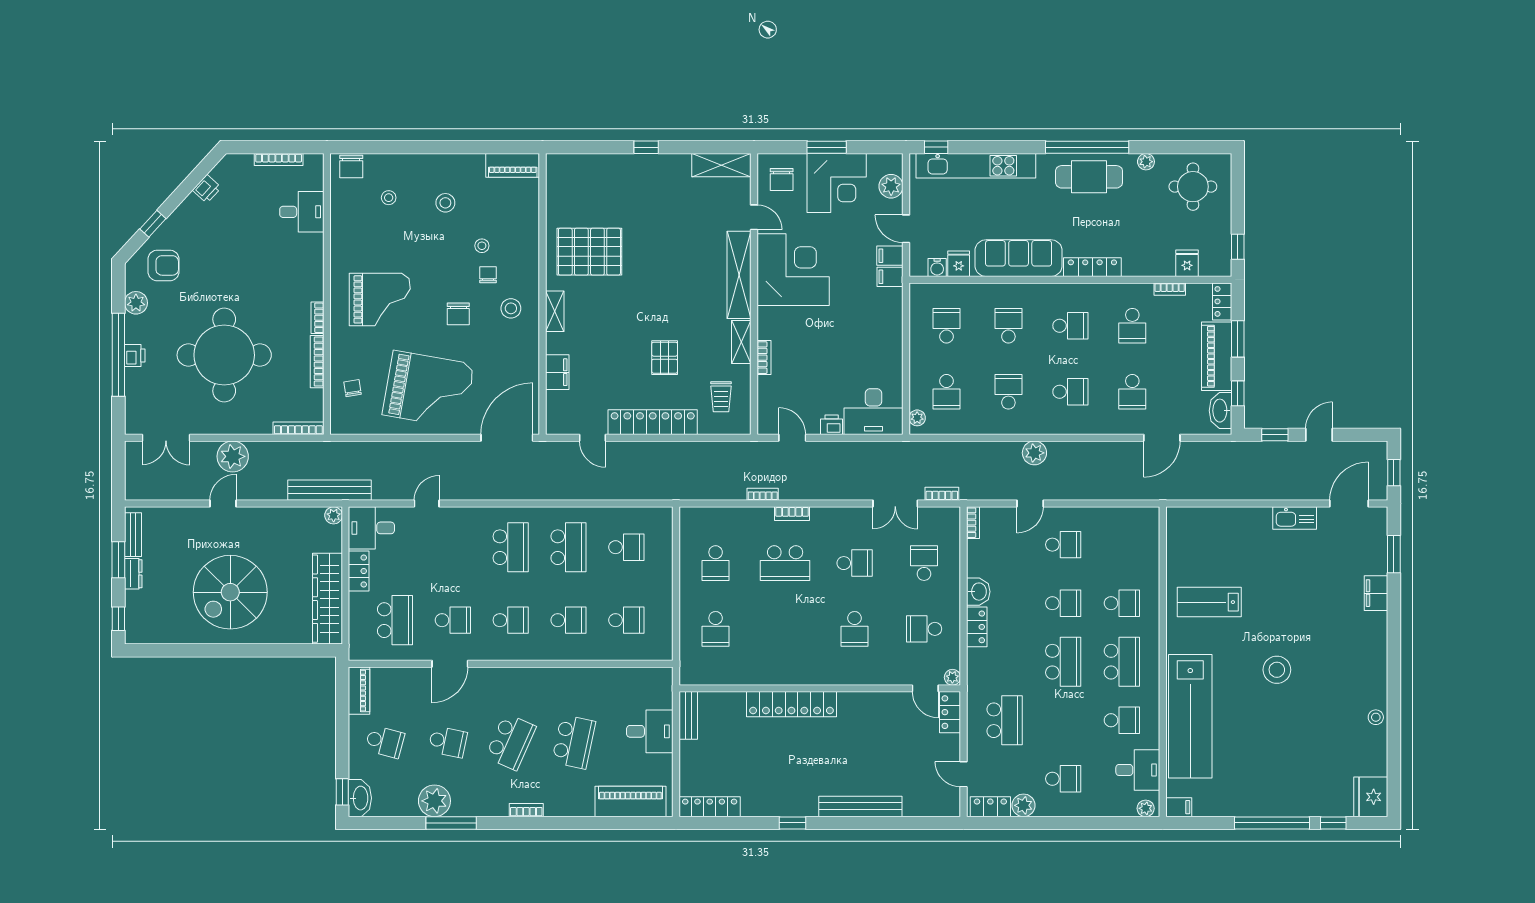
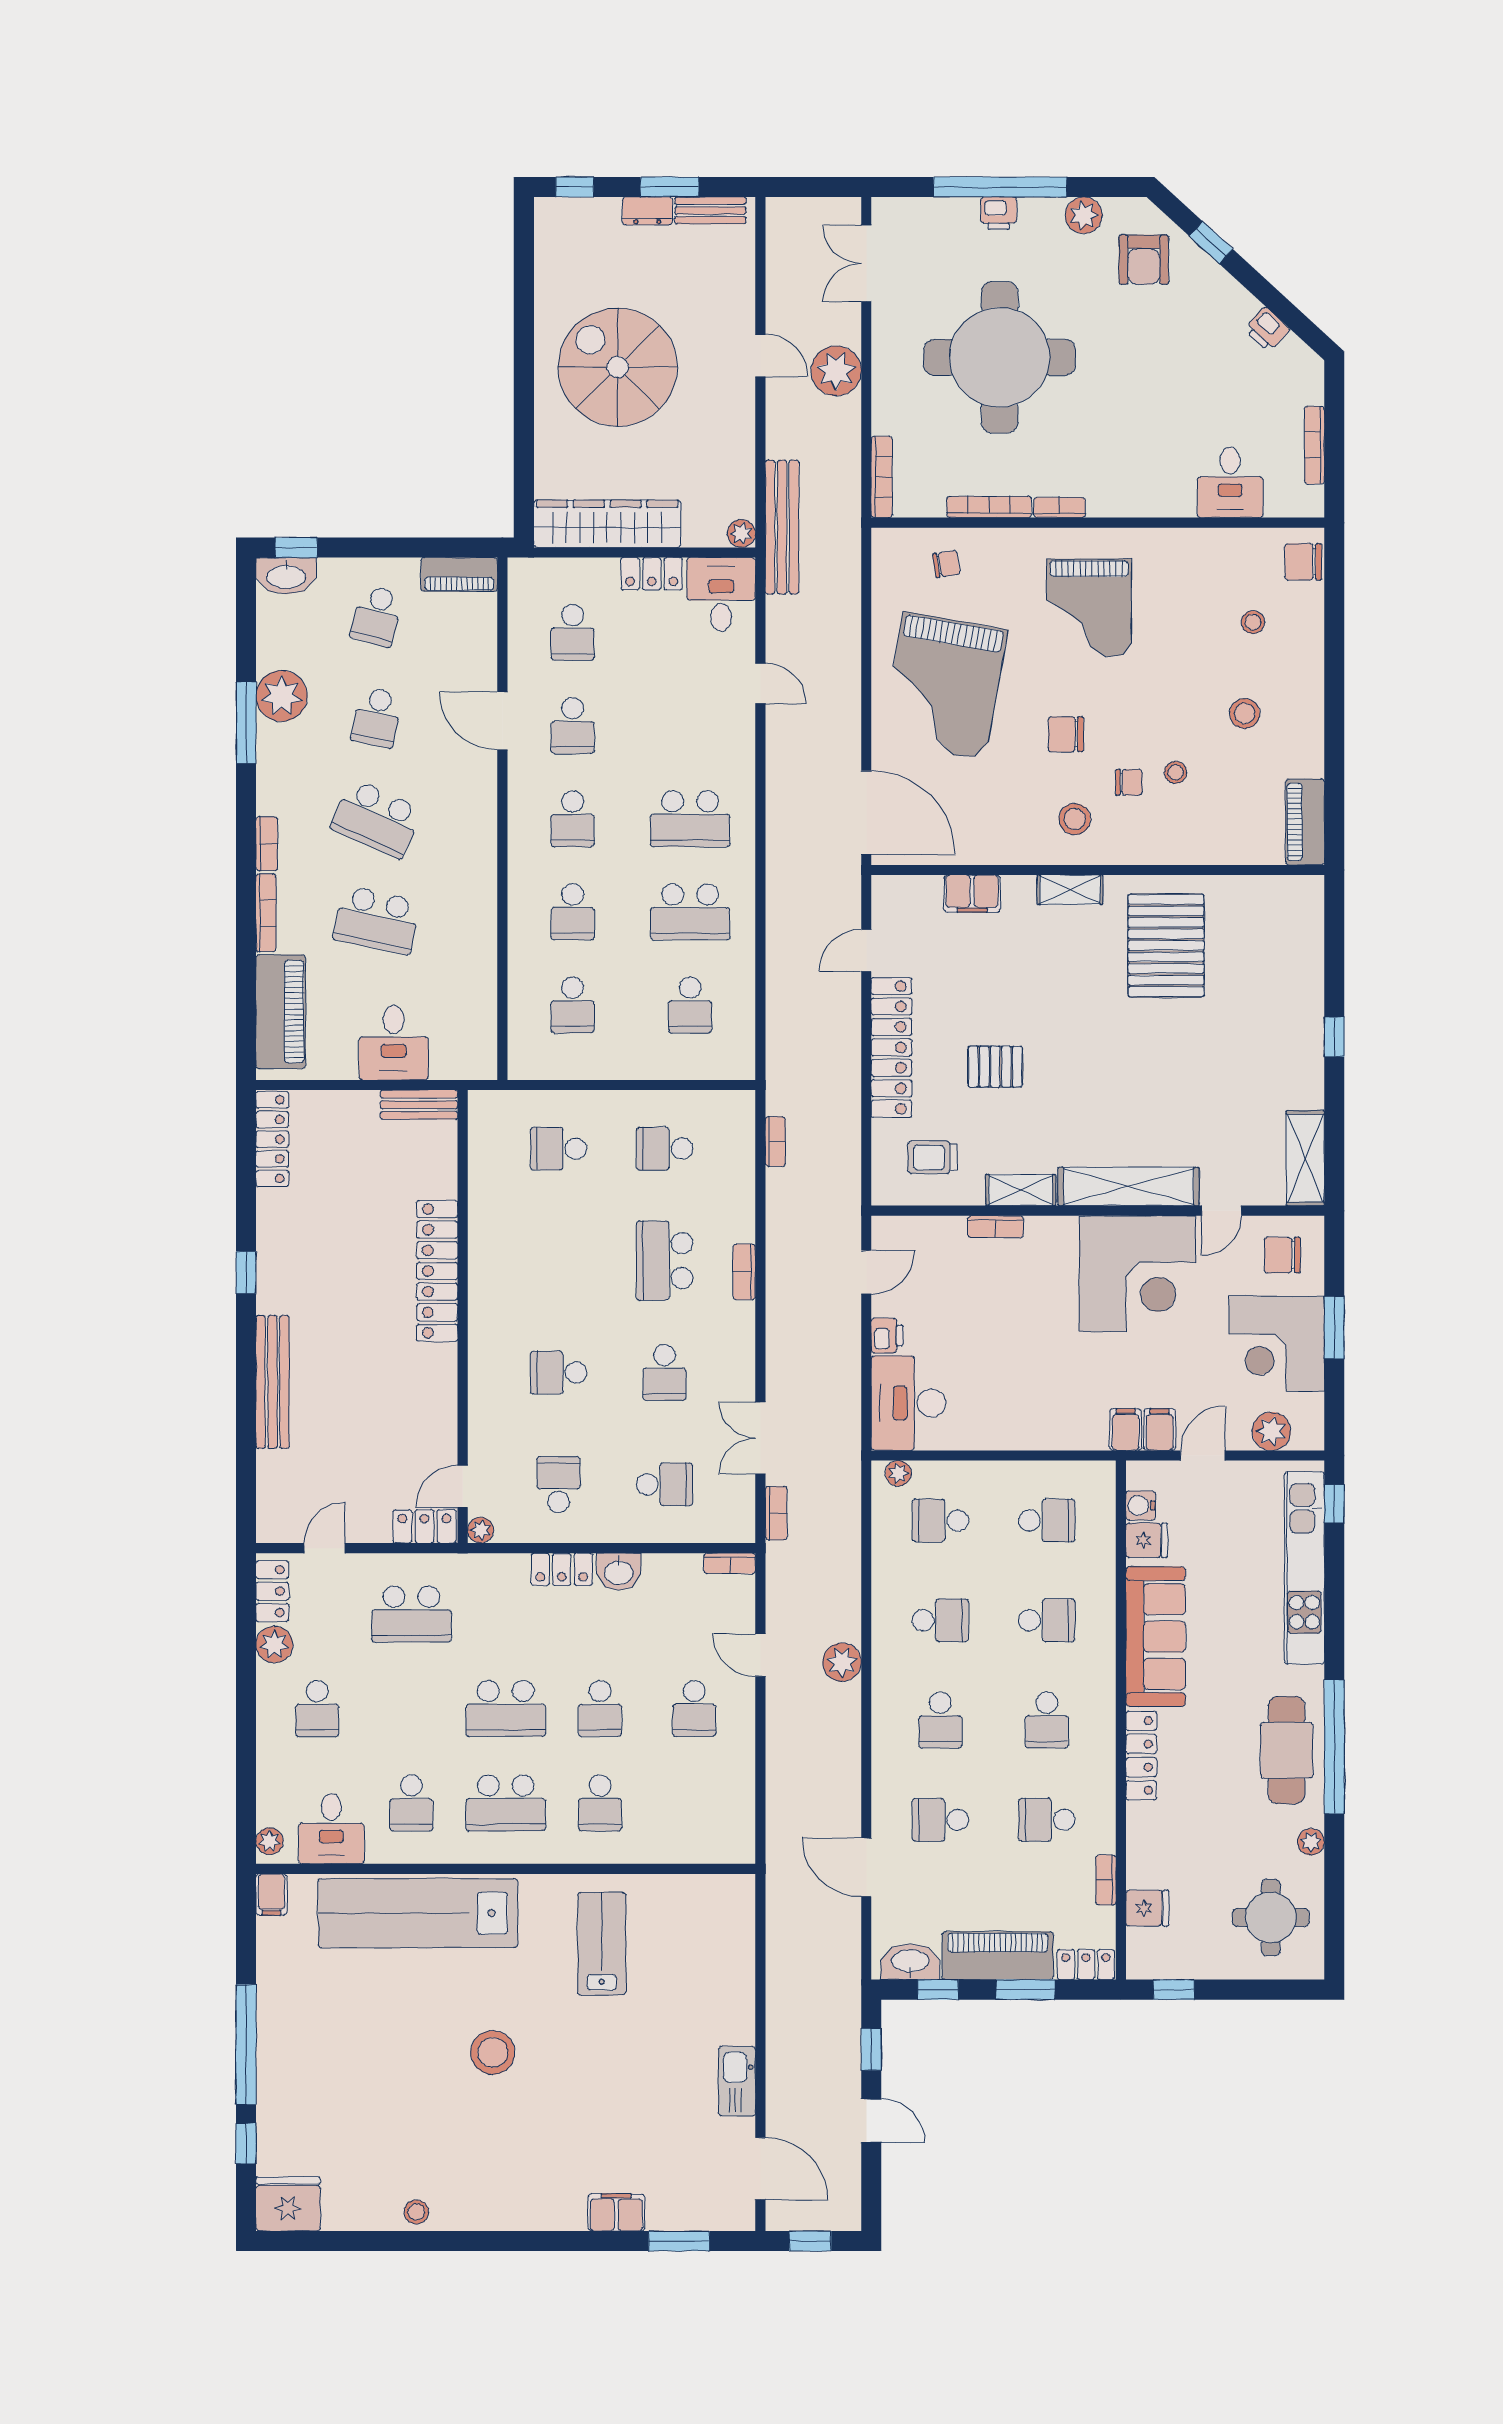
bookcase: (763, 494) -> (775, 1141), moved
school desk: (395, 620) -> (573, 632), width x0.54
bookcase: (569, 811) -> (266, 913), added

